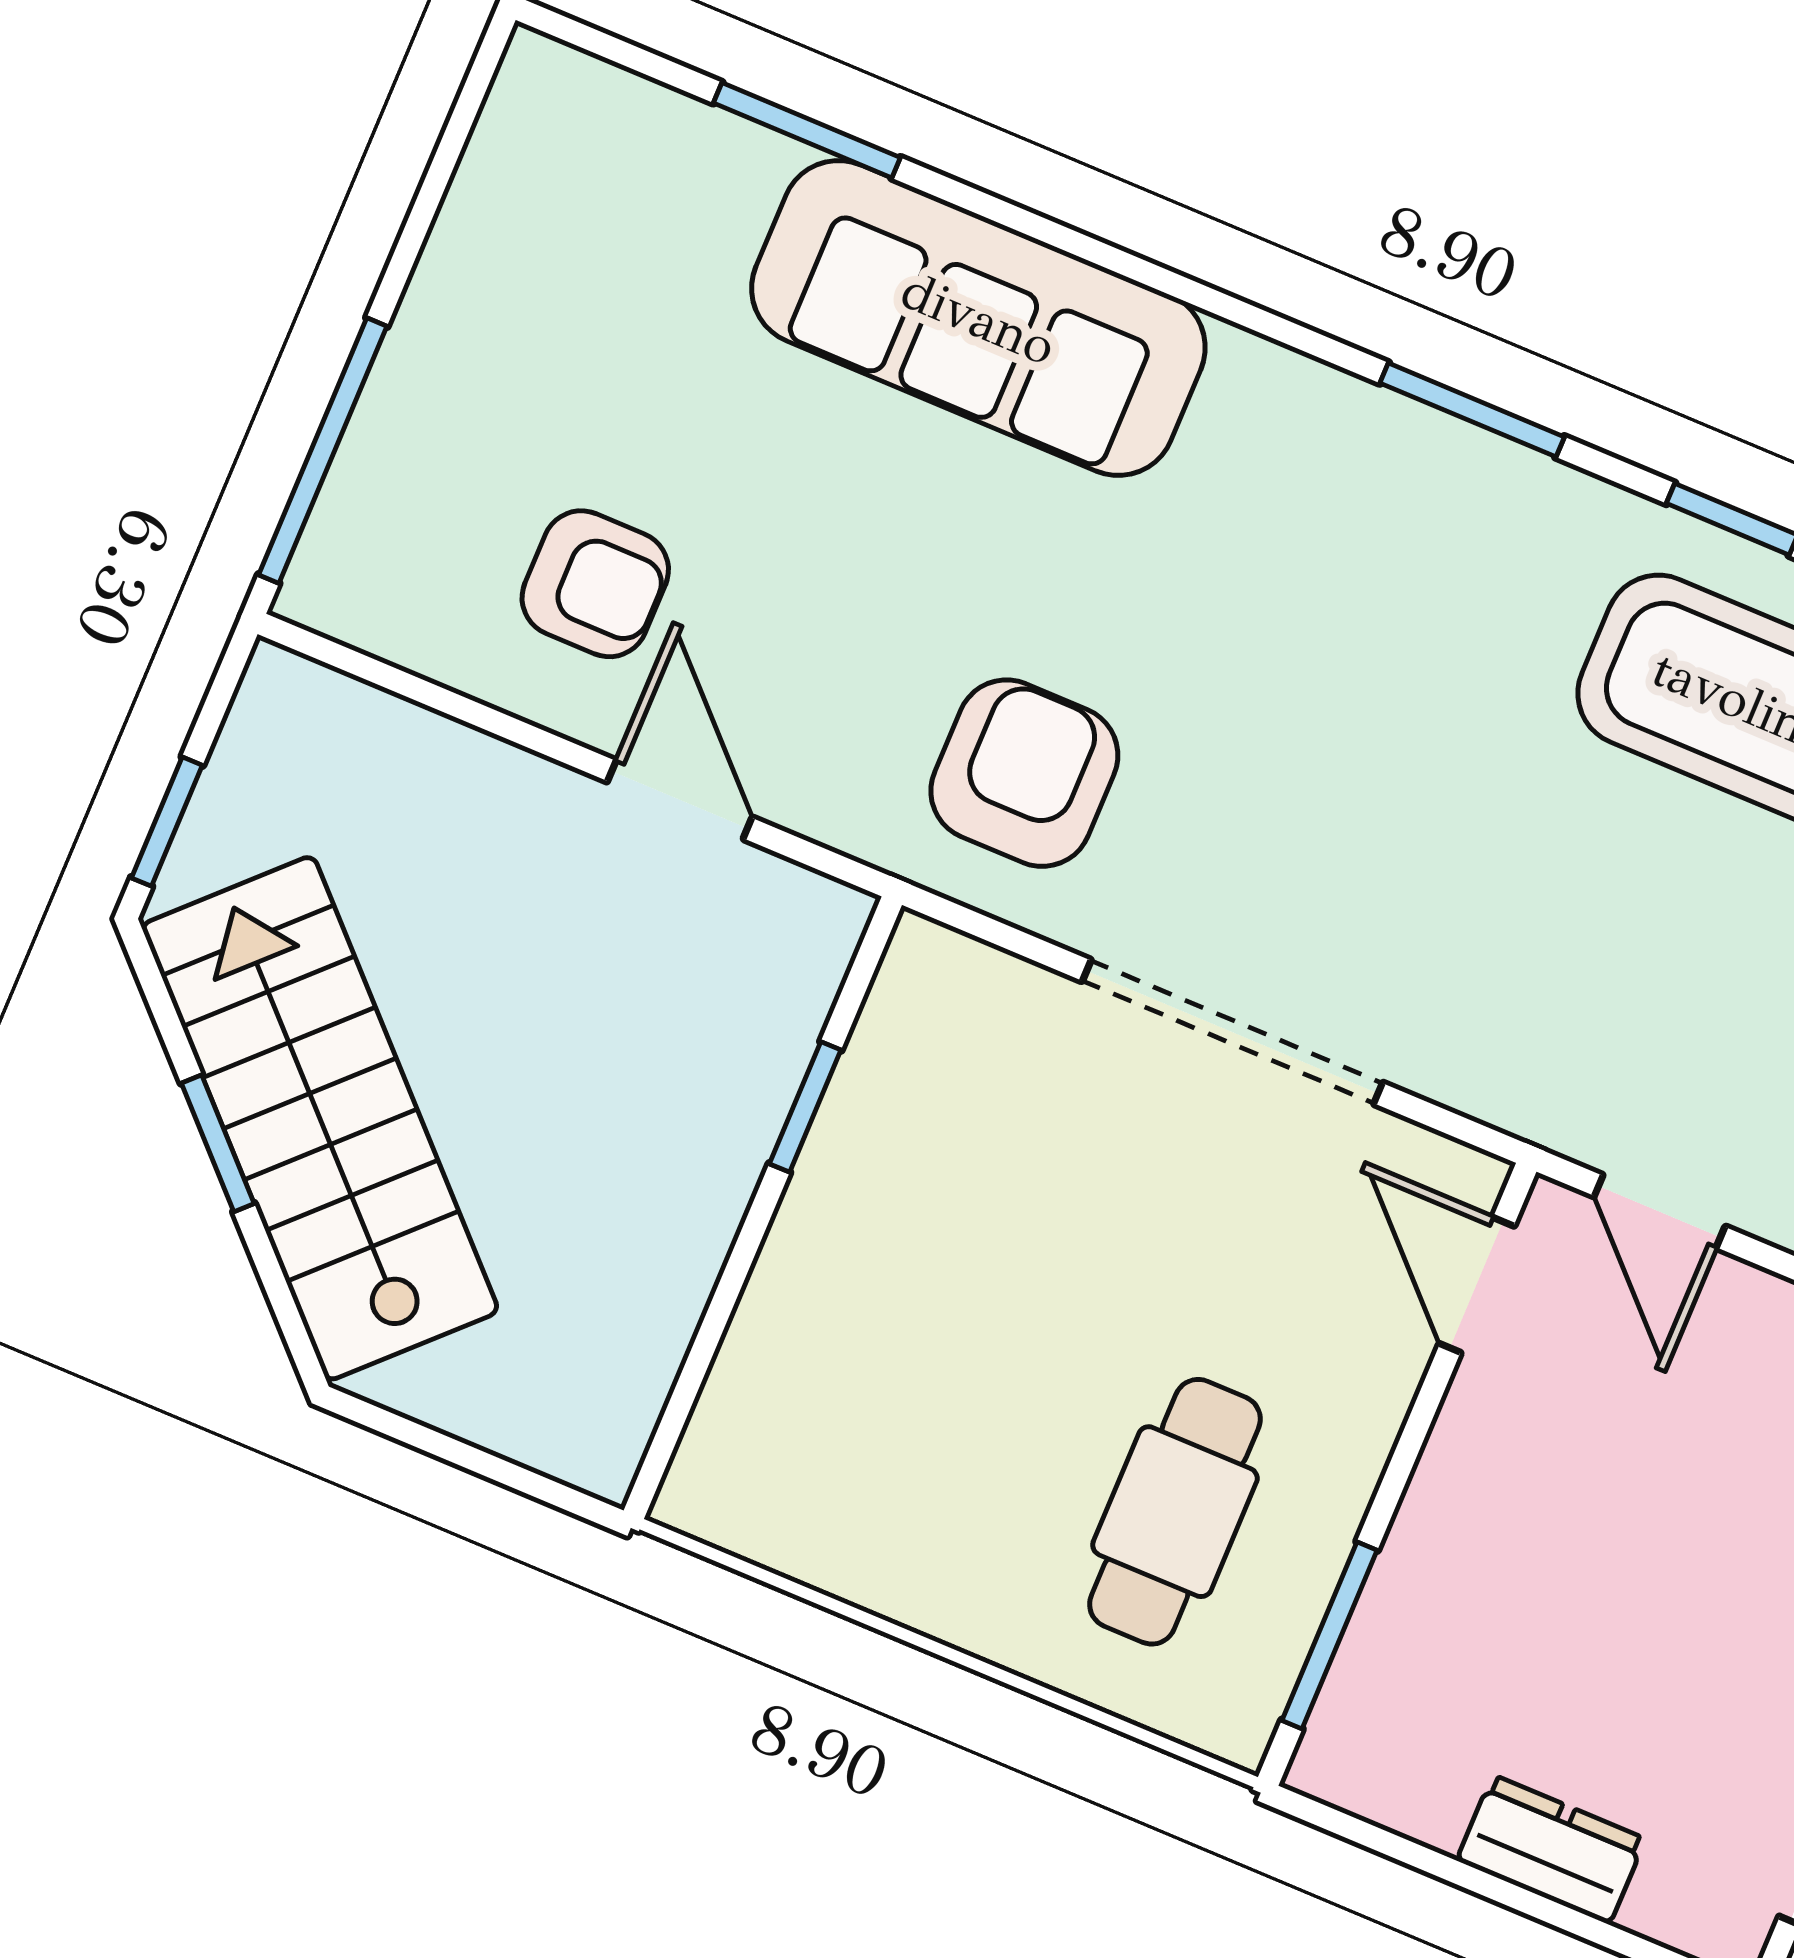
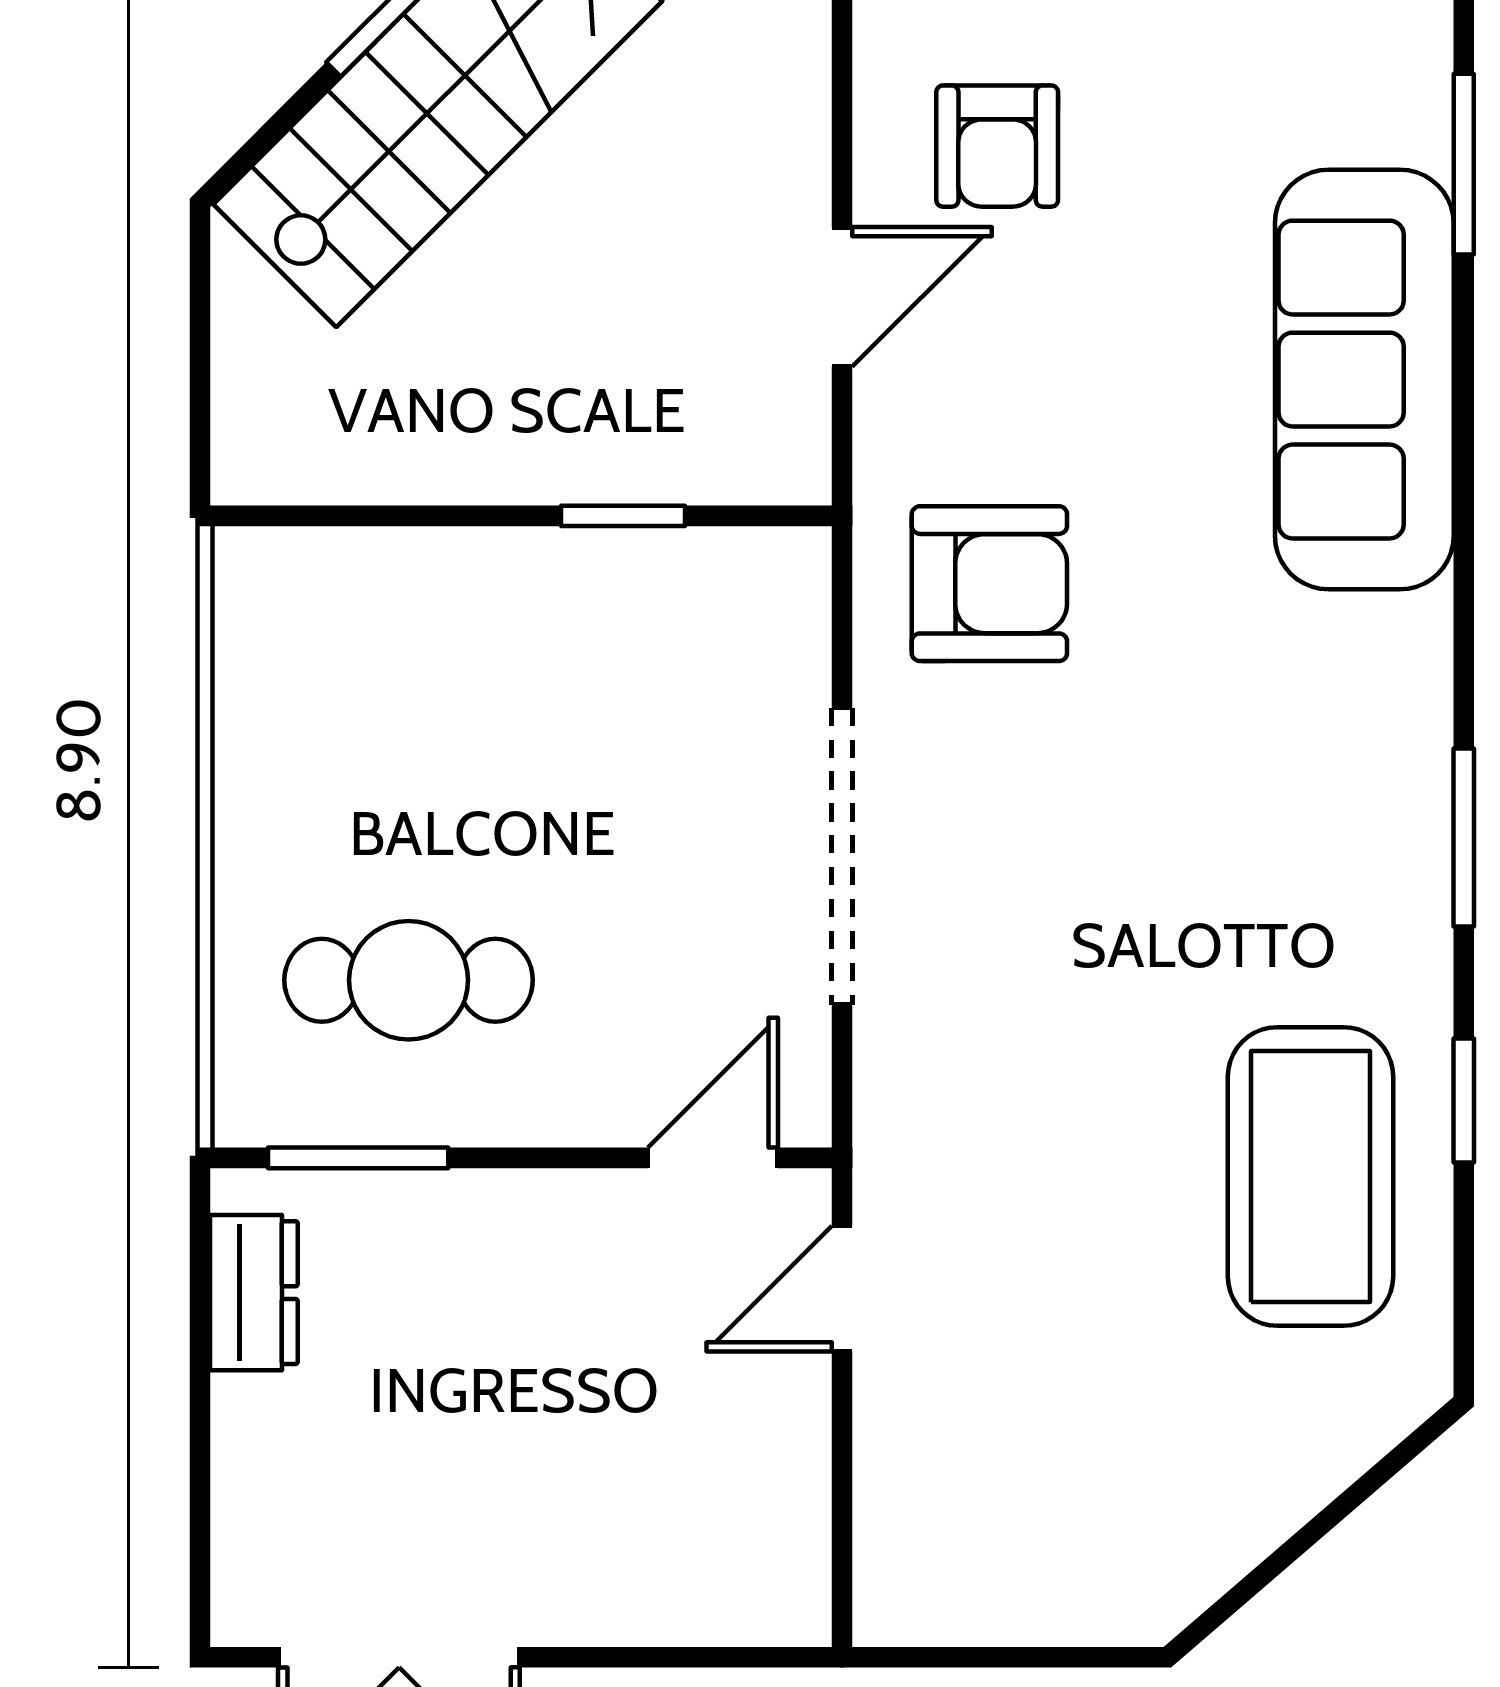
dresser: (1551, 1850) -> (254, 1293), moved

